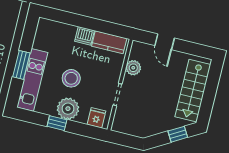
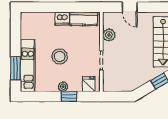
window: (21, 65) -> (16, 68), moved
plant: (68, 109) -> (63, 87), width x0.53, depth x0.53
window: (57, 123) -> (69, 96), moved

